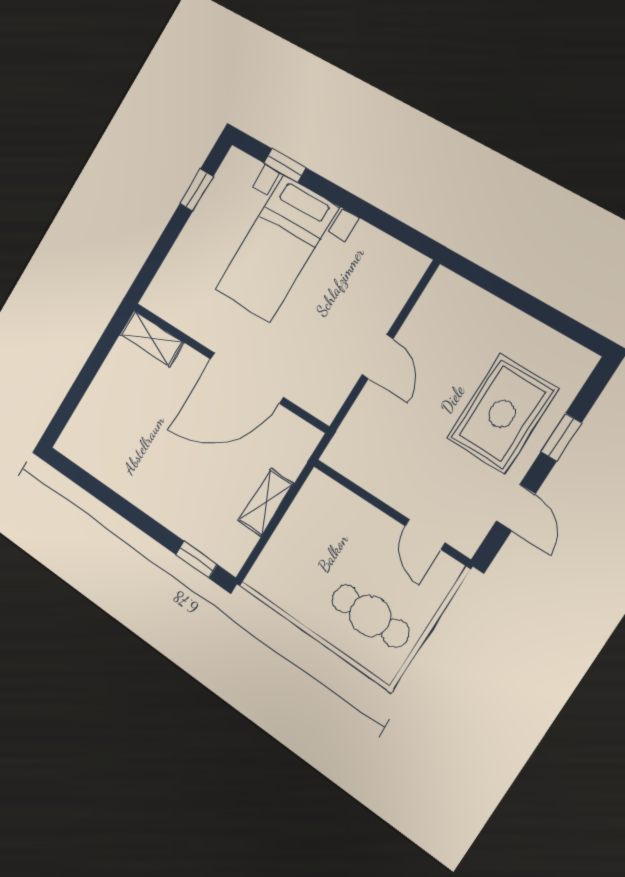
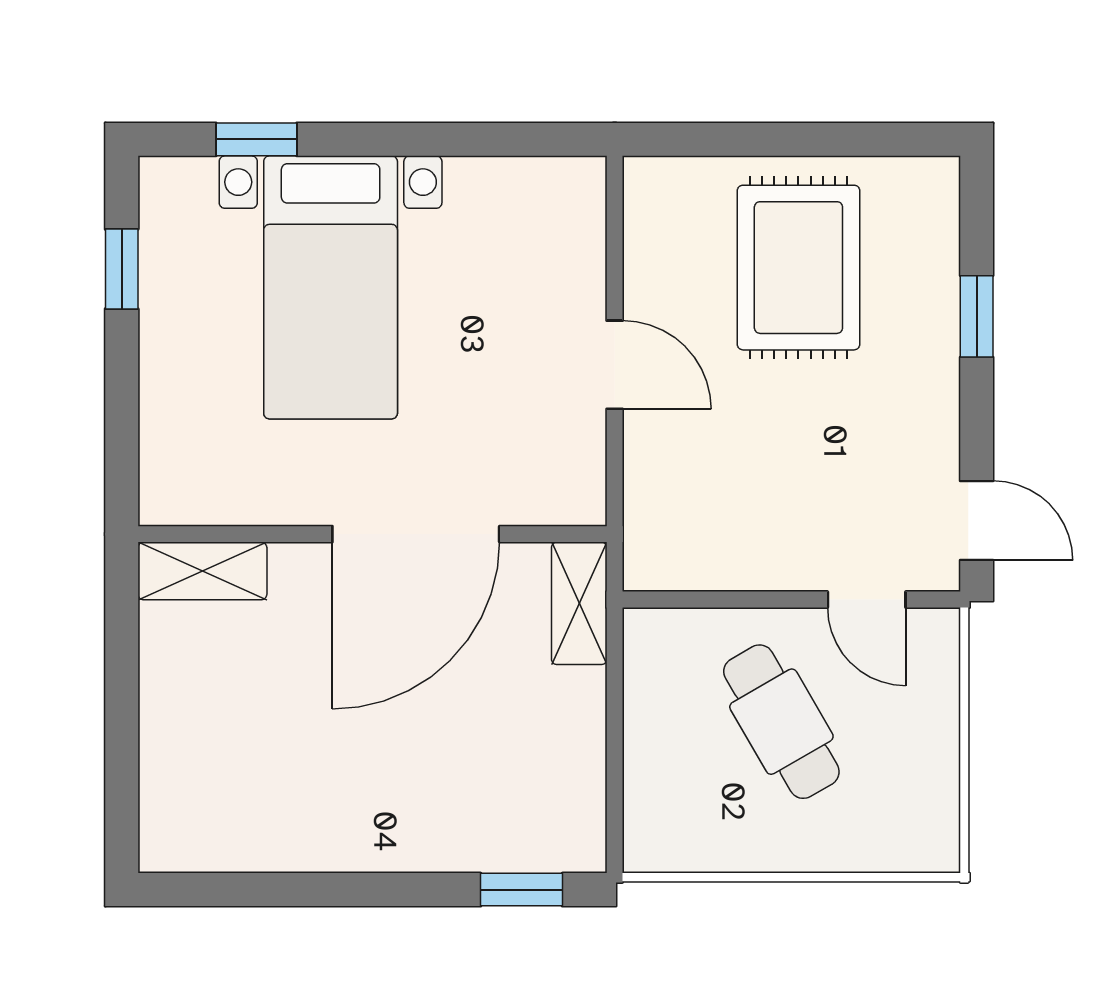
rug: (502, 414) -> (798, 268), moved
shelving: (266, 502) -> (579, 603), moved
door: (516, 507) -> (977, 520), moved
cafe table: (370, 616) -> (781, 722), moved, turned 60

